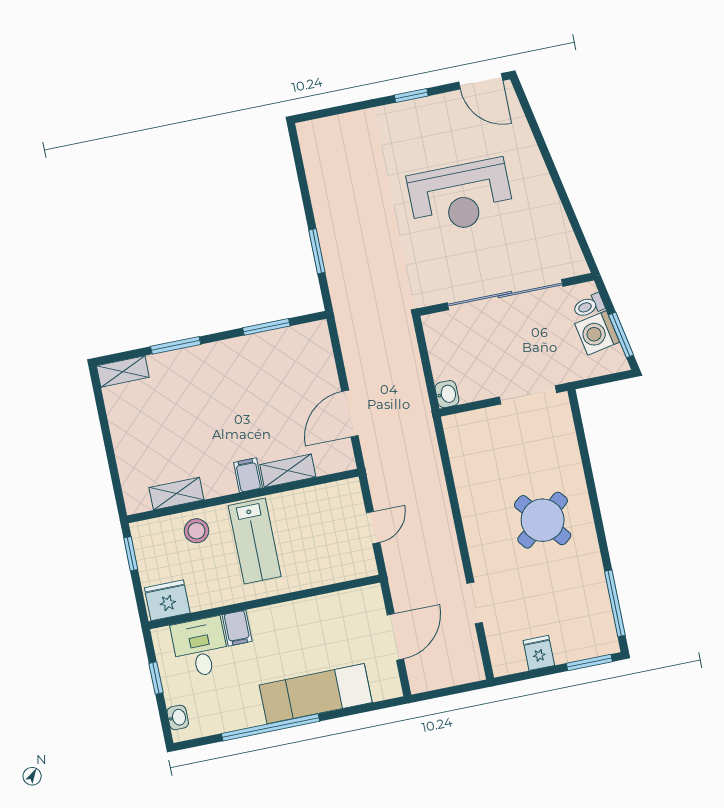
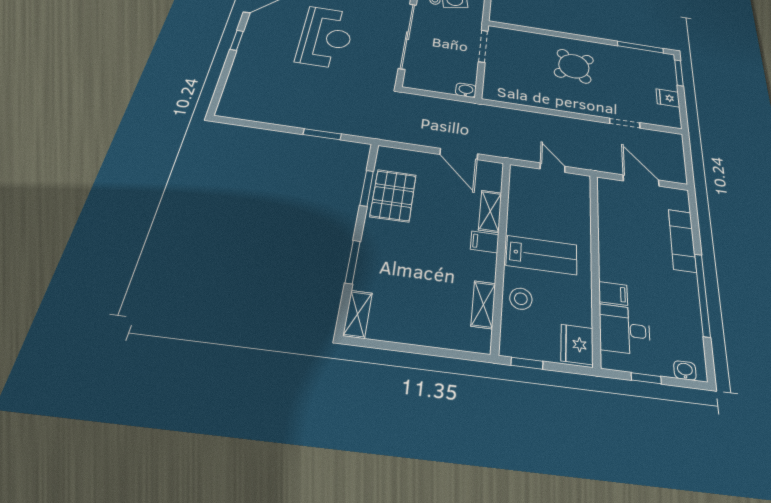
pallet: (268, 359) -> (393, 196), added
exam couch: (316, 694) -> (682, 240), width x0.73, depth x0.69

